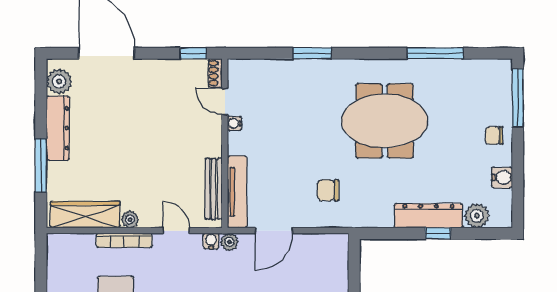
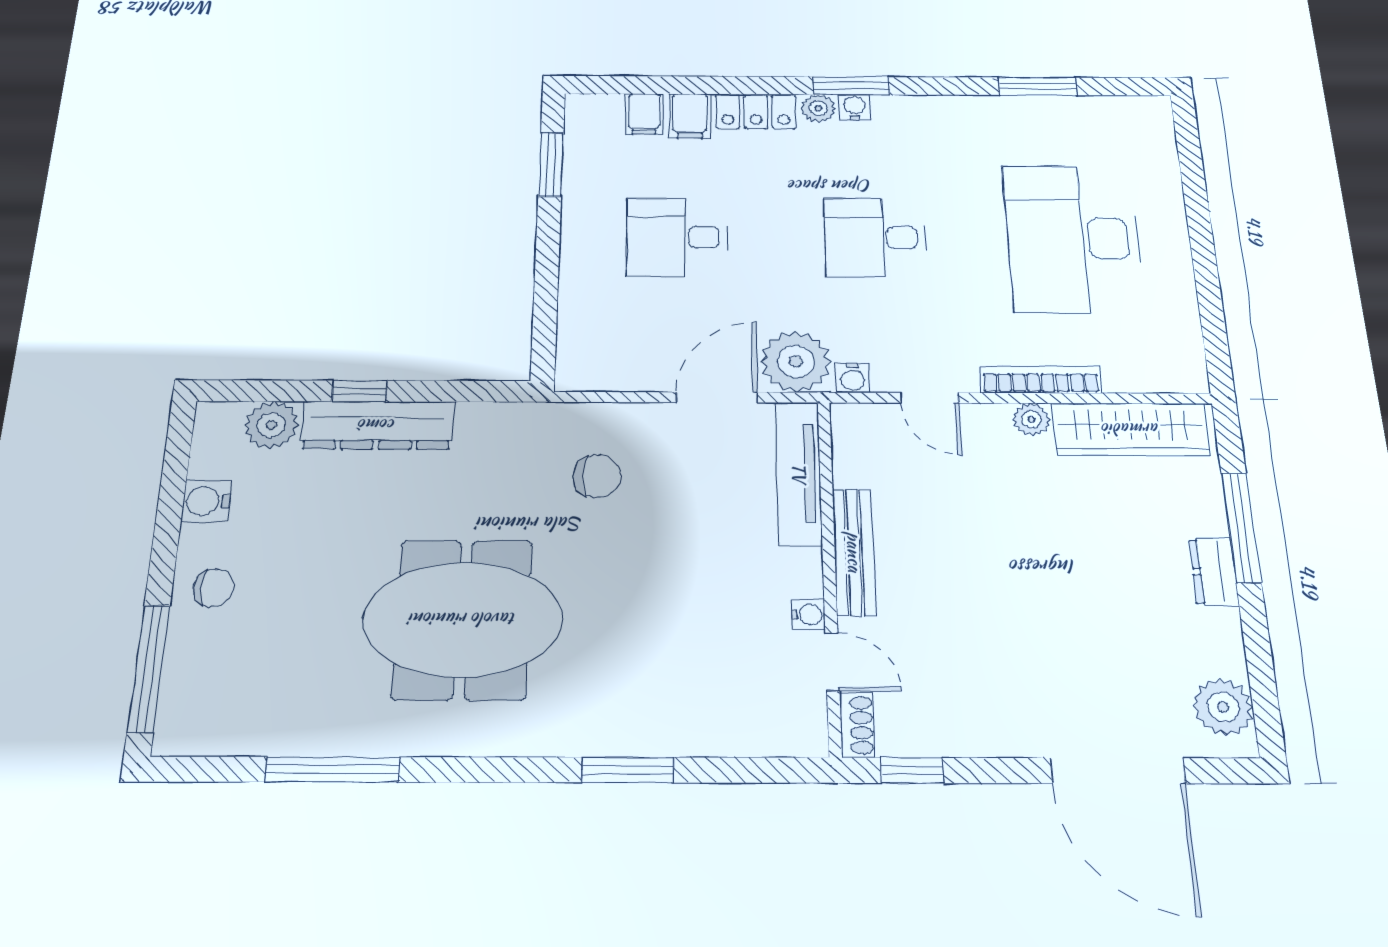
dresser: (58, 128) -> (1214, 572), width x0.51, depth x0.80
bench: (214, 189) -> (854, 552), moved
plant: (229, 242) -> (796, 361), width x1.87, depth x1.87

